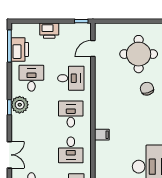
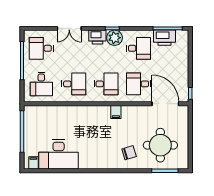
printer: (49, 31) -> (97, 37), moved, turned -90
door: (93, 48) -> (165, 104), width x1.88
desk: (71, 78) -> (139, 84), turned 90
filing cabinet: (102, 135) -> (116, 112), moved
desk: (71, 150) -> (74, 84), turned 180

